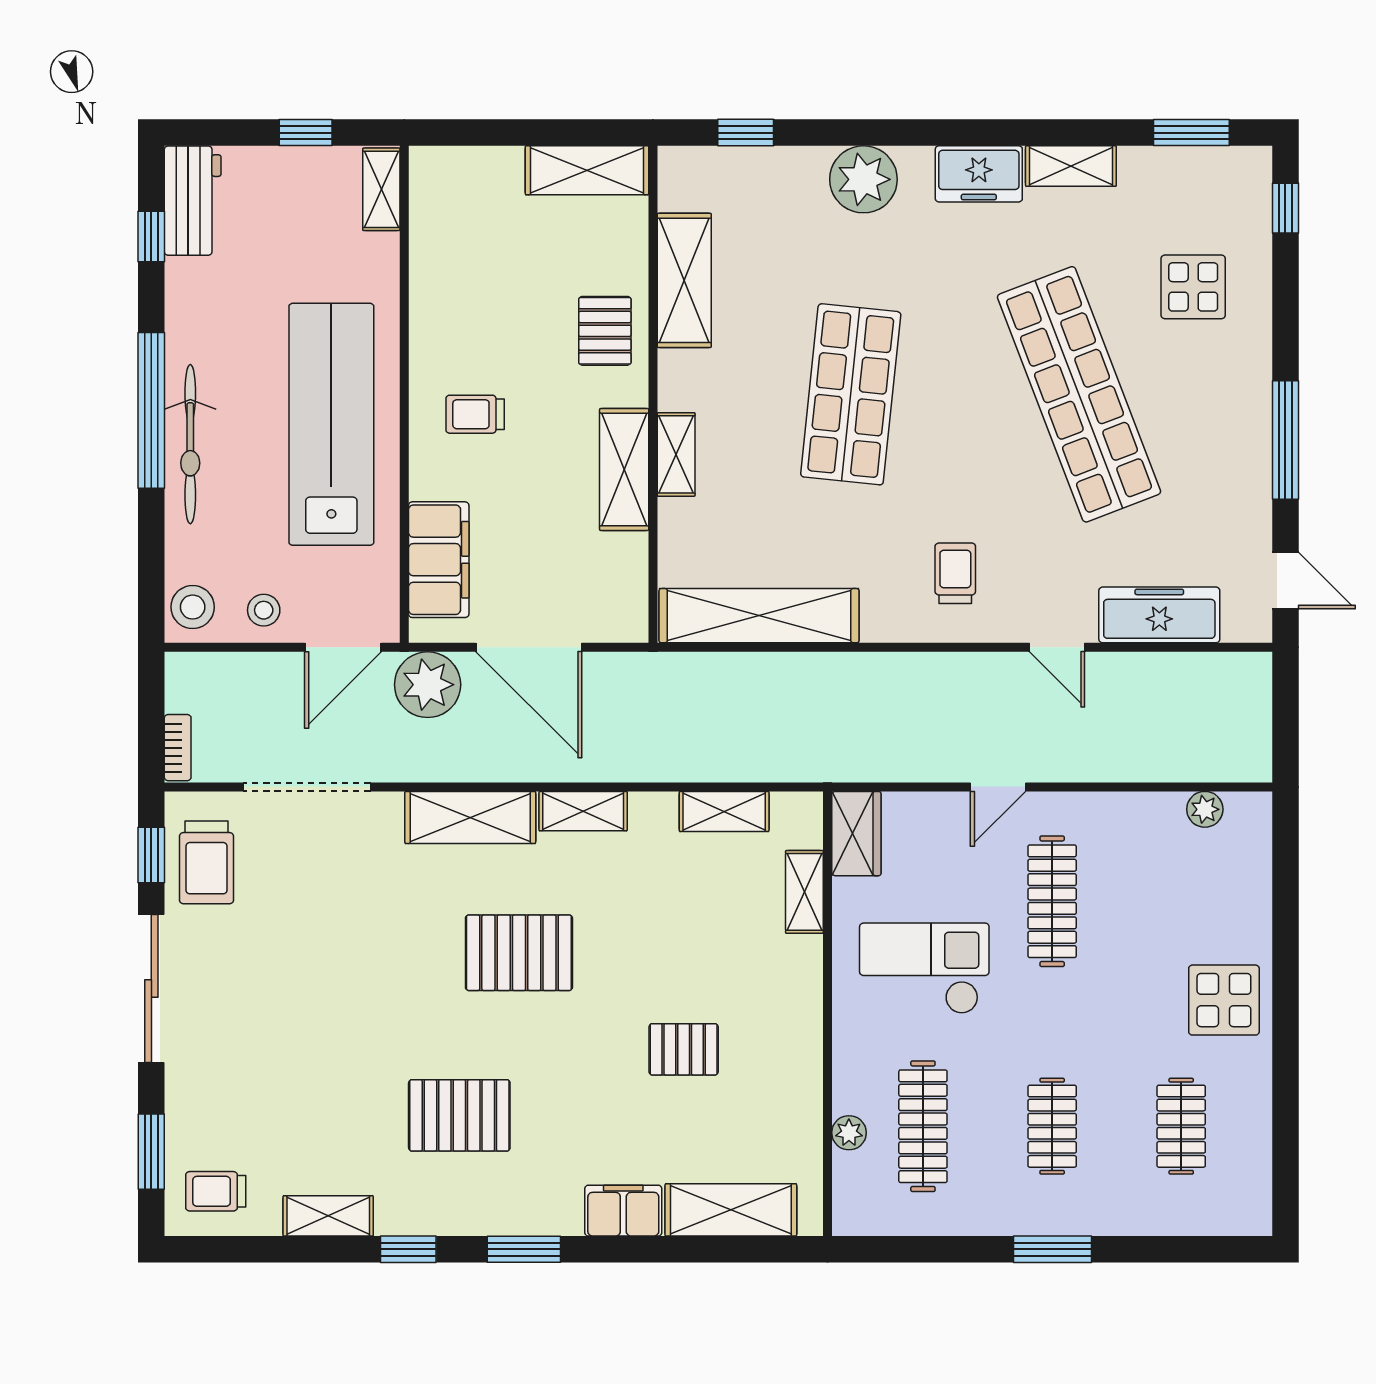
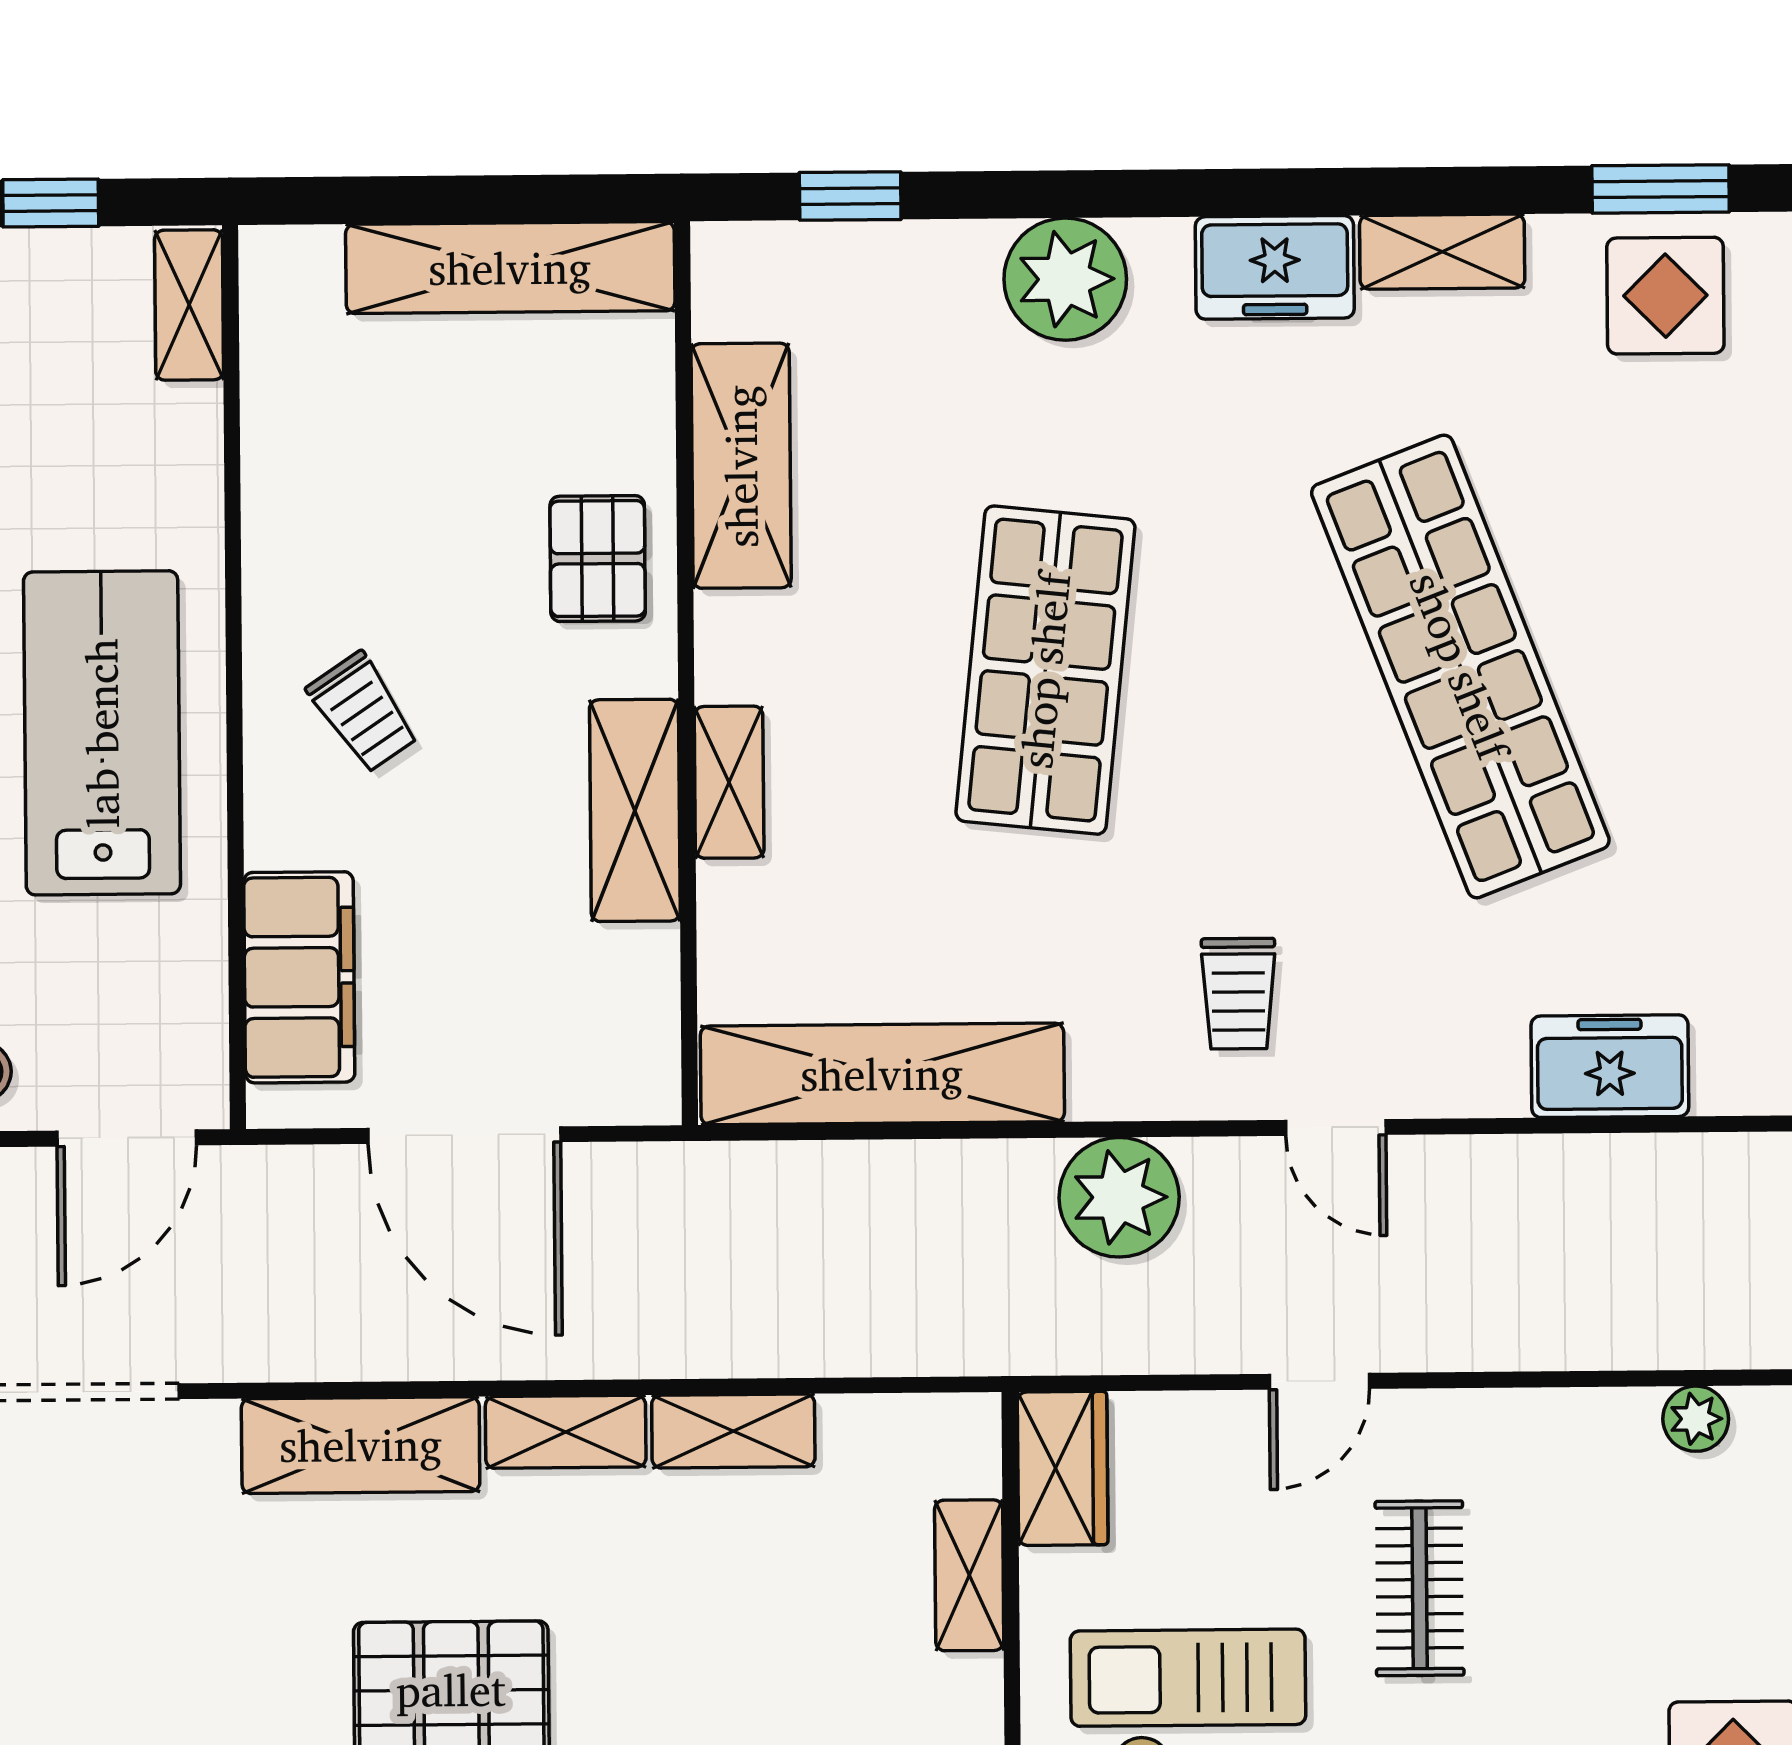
shelving: (587, 170) -> (510, 268), width x1.47
display table: (1193, 287) -> (1665, 296), moved
trolley: (475, 414) -> (363, 712), turned -124
lab bench: (331, 424) -> (102, 733), width x0.73
trolley: (955, 573) -> (1238, 994), turned 180
freezer: (1159, 615) -> (1610, 1066), width x0.71
door: (1057, 647) -> (1336, 1127), moved
plant: (428, 685) -> (1119, 1197), moved
shelving: (724, 811) -> (733, 1431), moved
clothes rail: (1052, 901) -> (1420, 1588), width x0.73

